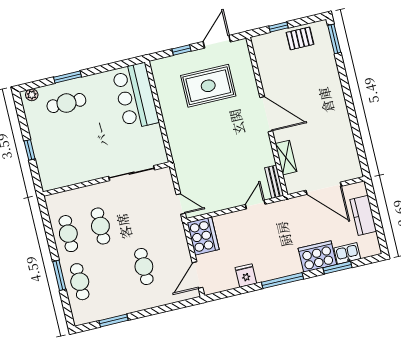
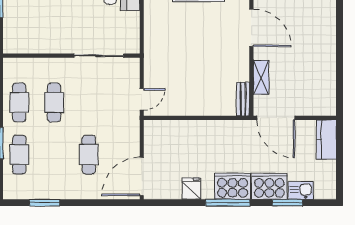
door: (324, 188) -> (276, 118), moved
door: (181, 204) -> (142, 99), hinge flipped
door: (255, 204) -> (218, 118), removed
kitchen counter: (363, 215) -> (326, 139), moved
cooker: (203, 236) -> (233, 186), moved, turned -90
door: (198, 275) -> (142, 176), width x1.36

